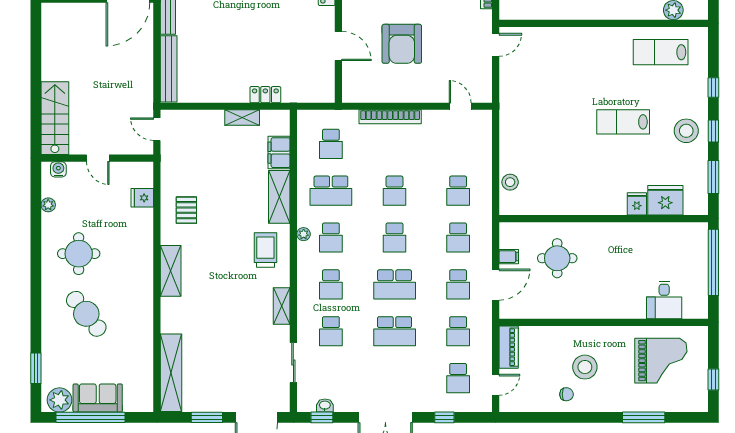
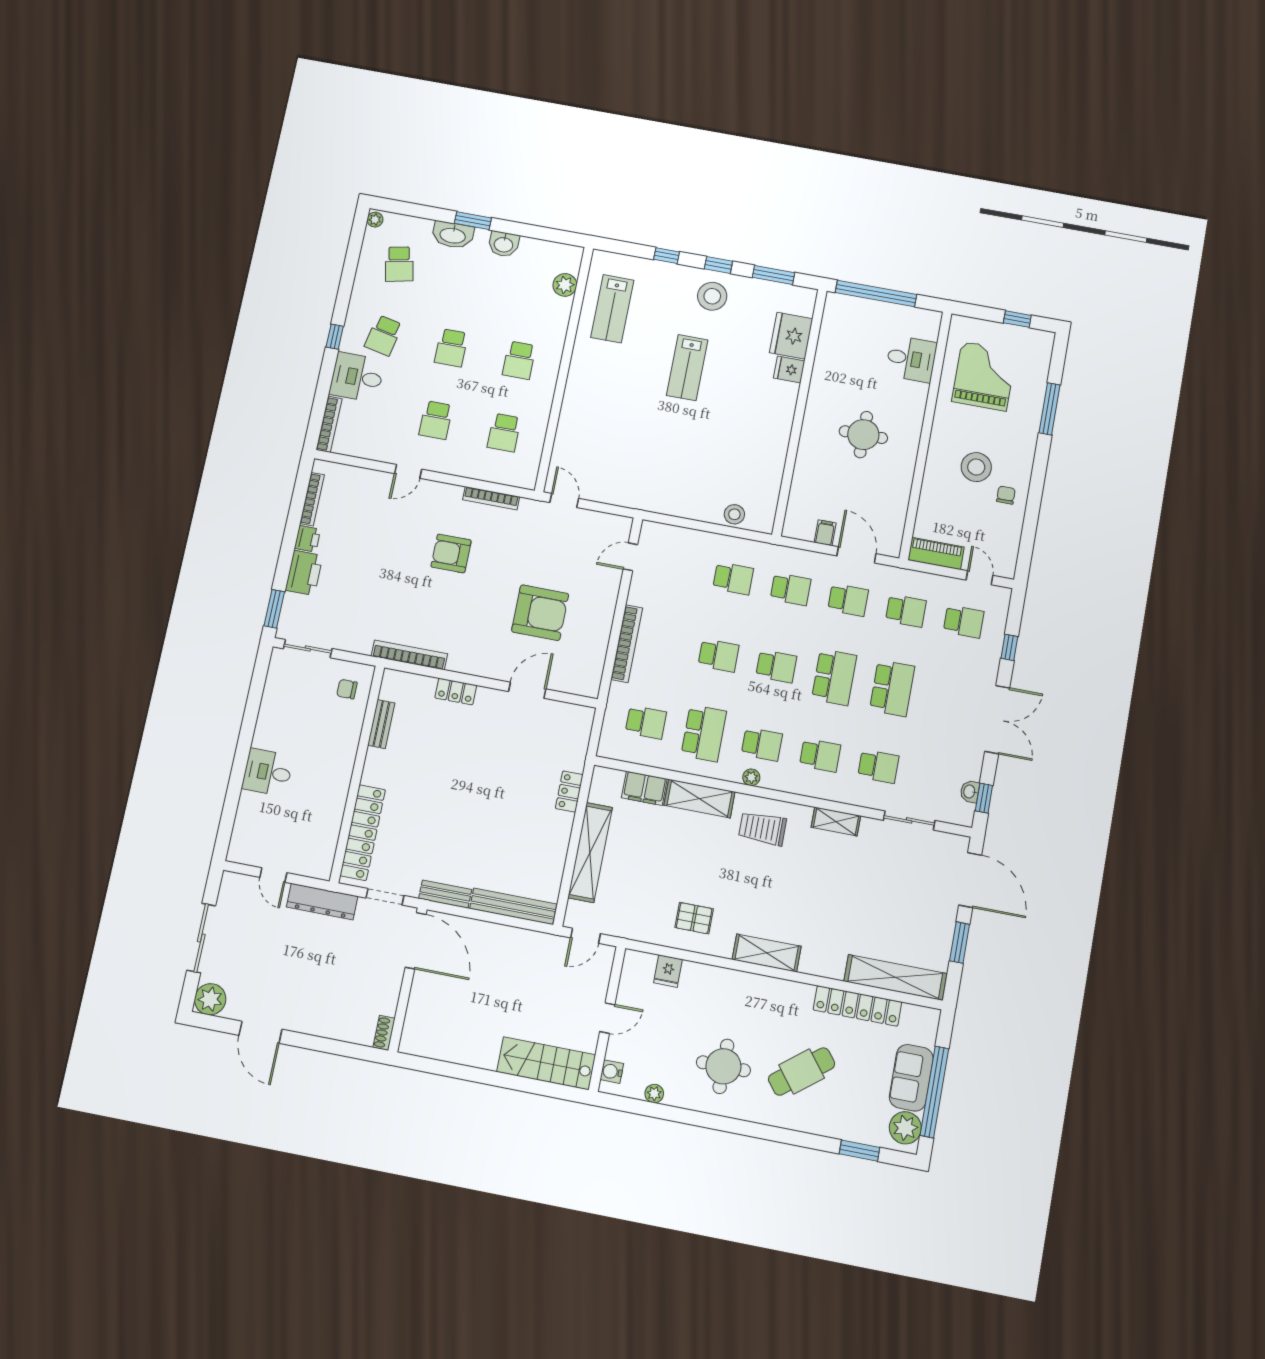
shelving: (242, 118) -> (590, 852), width x2.20, depth x1.33
round table: (557, 258) -> (863, 435), moved
locker: (144, 348) -> (857, 1006), added

